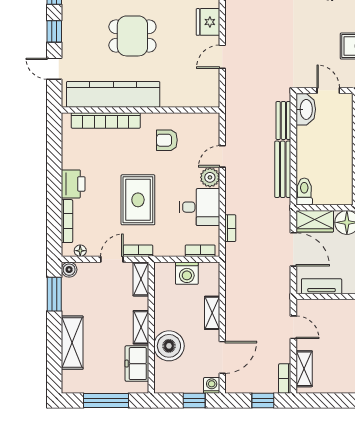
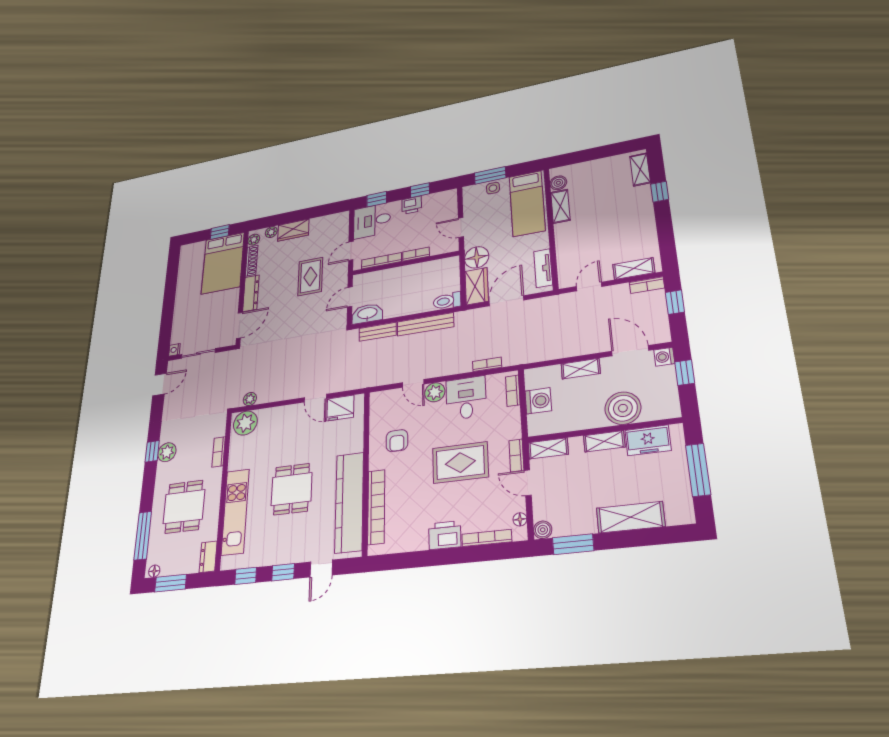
fridge: (208, 22) -> (340, 408), moved

